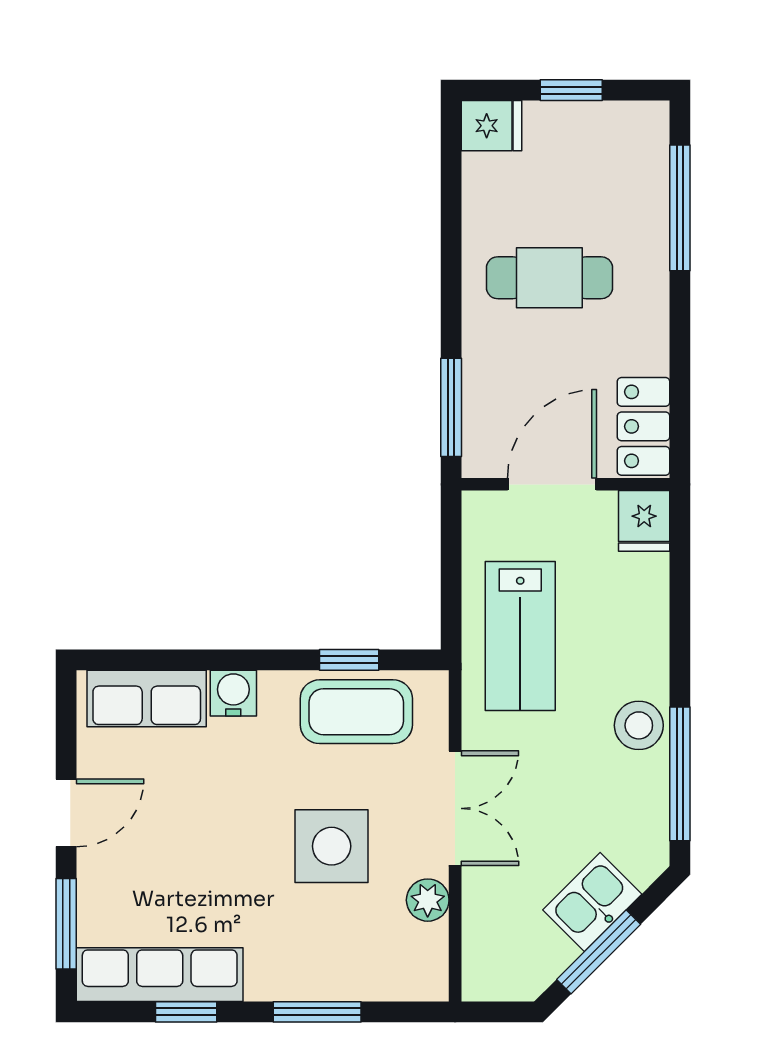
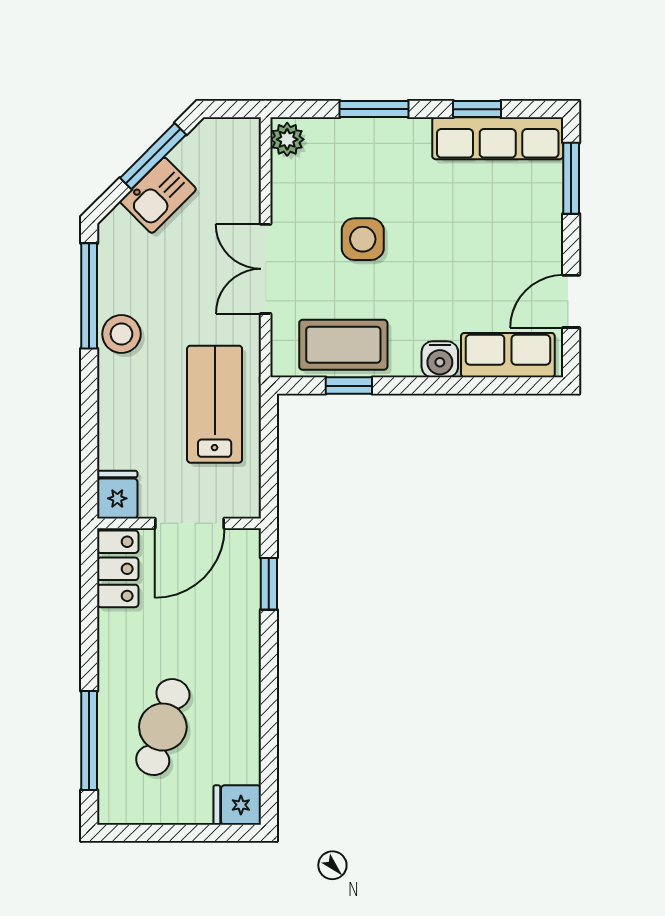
window: (571, 90) -> (174, 833), removed
cafe table: (549, 278) -> (163, 727), moved, turned -73
window: (451, 407) -> (269, 584), width x0.67
door: (66, 813) -> (571, 301), moved
side table: (332, 846) -> (363, 239), width x0.73, depth x0.73
plant: (428, 900) -> (287, 139), moved

